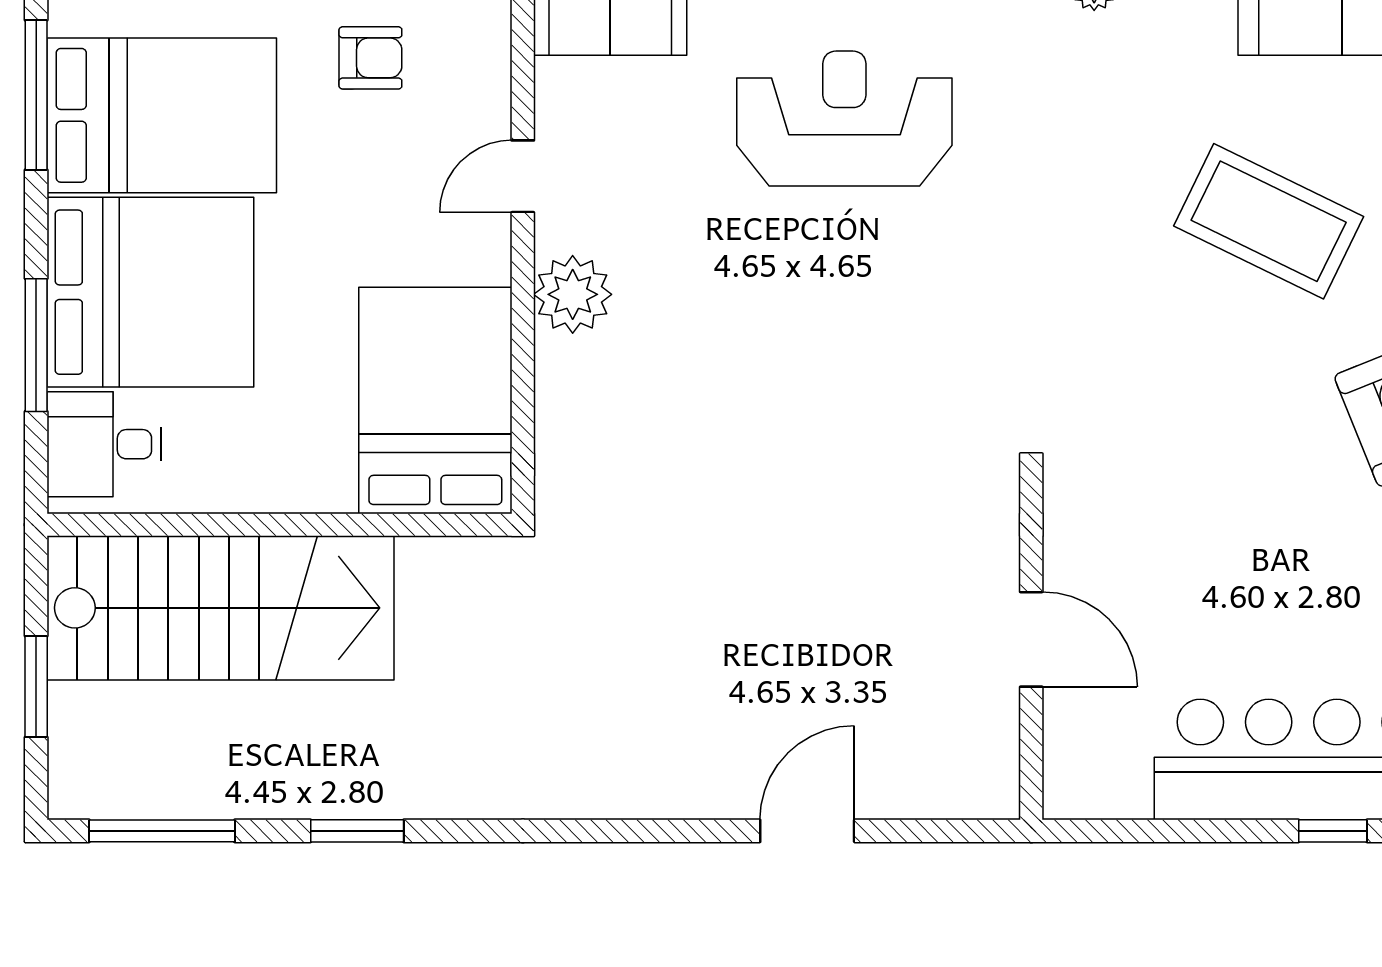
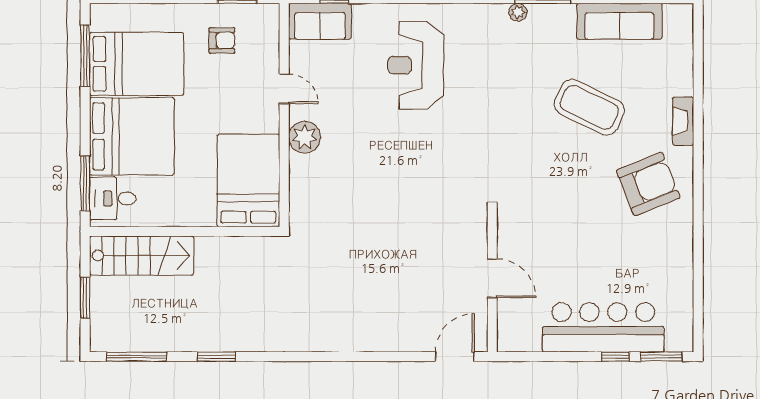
reception desk: (844, 118) -> (416, 65), turned -90
door: (523, 176) -> (284, 89), swing flipped
window: (36, 345) -> (85, 183), moved
stairs: (220, 608) -> (142, 255), width x0.73, depth x0.66
door: (807, 831) -> (455, 357), moved

